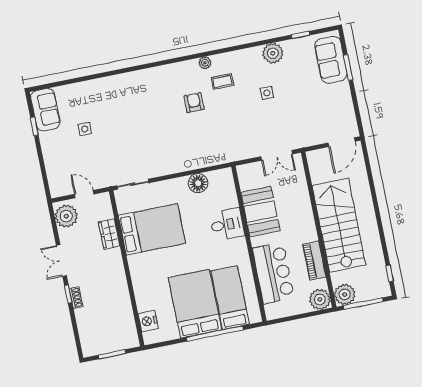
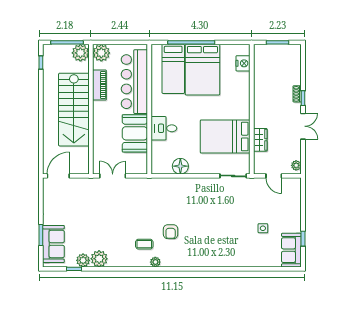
plant: (292, 47) -> (83, 260), added
side table: (267, 93) -> (110, 228), removed
plant: (66, 216) -> (296, 165), width x0.53, depth x0.53
bar counter: (273, 273) -> (134, 82), width x1.36

